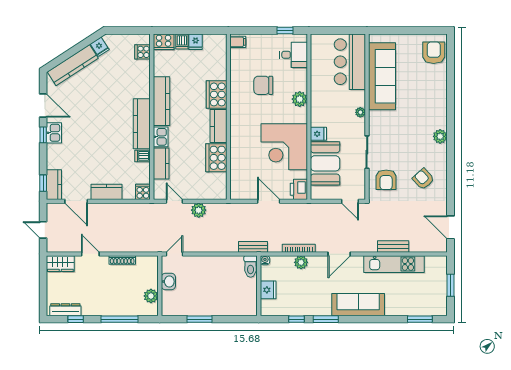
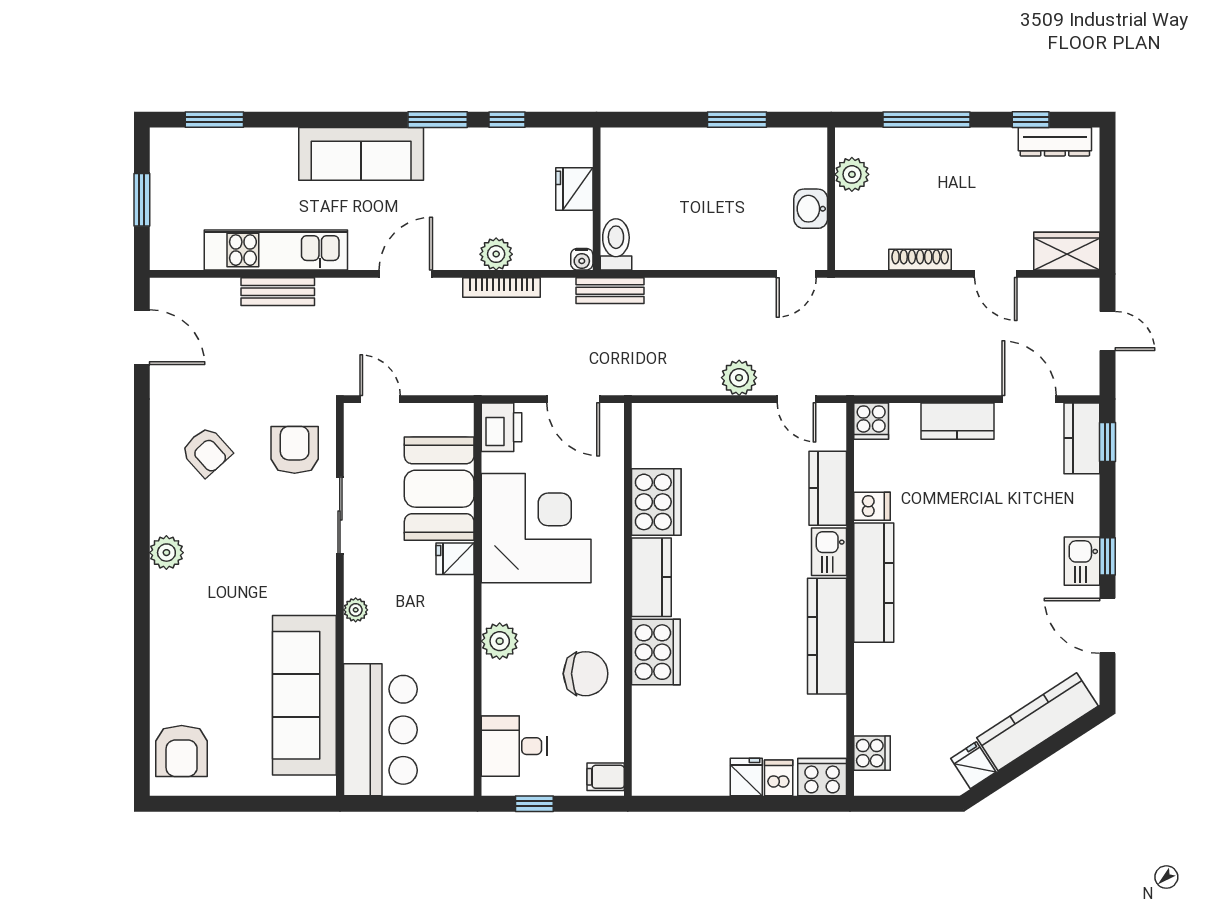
filing cabinet: (238, 42) -> (606, 777), moved
cooker: (217, 94) -> (656, 652), moved
wall: (228, 117) -> (628, 599), moved
kitchen counter: (218, 126) -> (651, 577), moved
cooker: (216, 158) -> (656, 502), moved

